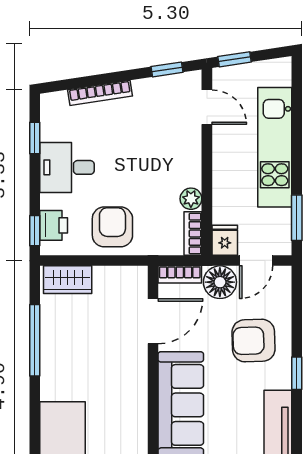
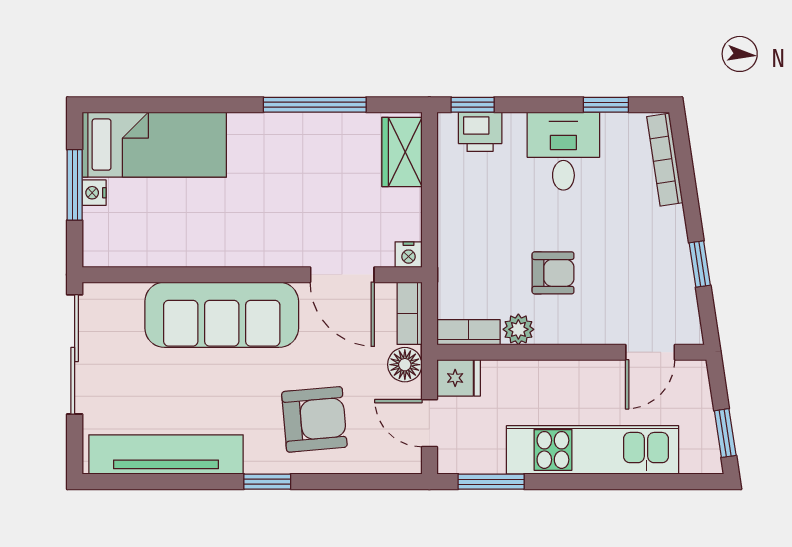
window: (234, 59) -> (725, 433), moved
window: (167, 69) -> (700, 264), moved
bookcase: (100, 93) -> (665, 160), moved
armchair: (112, 227) -> (553, 273), moved, width x0.72, depth x0.72
nightstand: (139, 275) -> (409, 255), added
floor lamp: (220, 282) -> (405, 365), width x0.73, depth x0.73
armchair: (254, 341) -> (314, 419), turned 87

